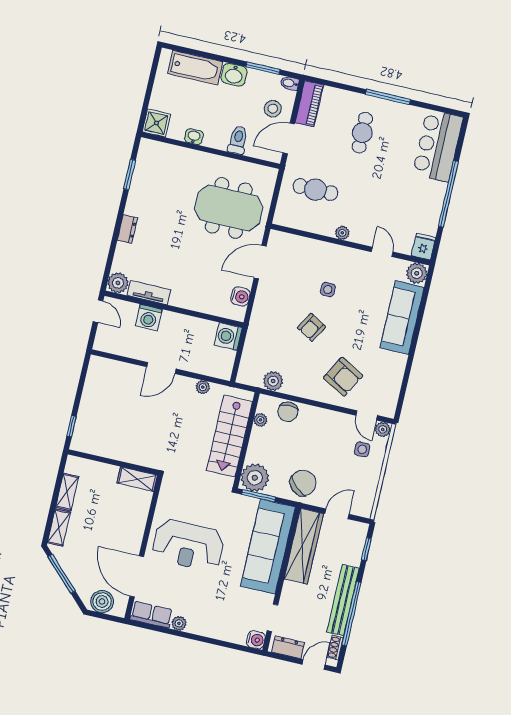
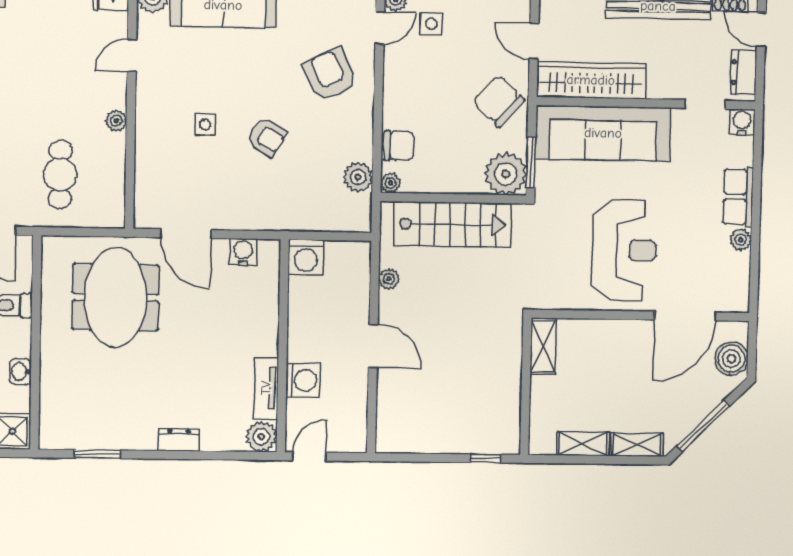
armchair: (343, 377) -> (330, 75), turned -55
plant: (260, 420) -> (390, 183), moved
row of seats: (151, 615) -> (738, 197), moved

